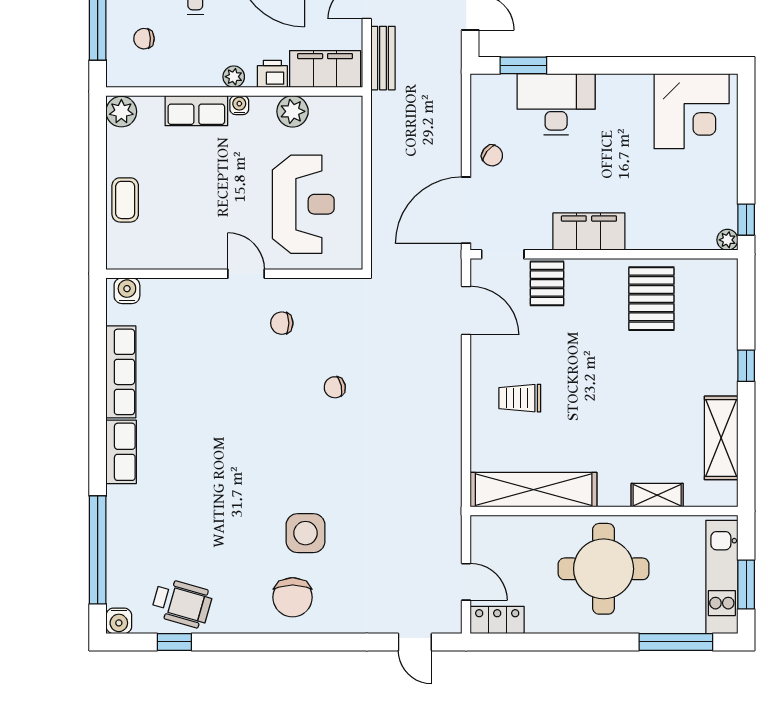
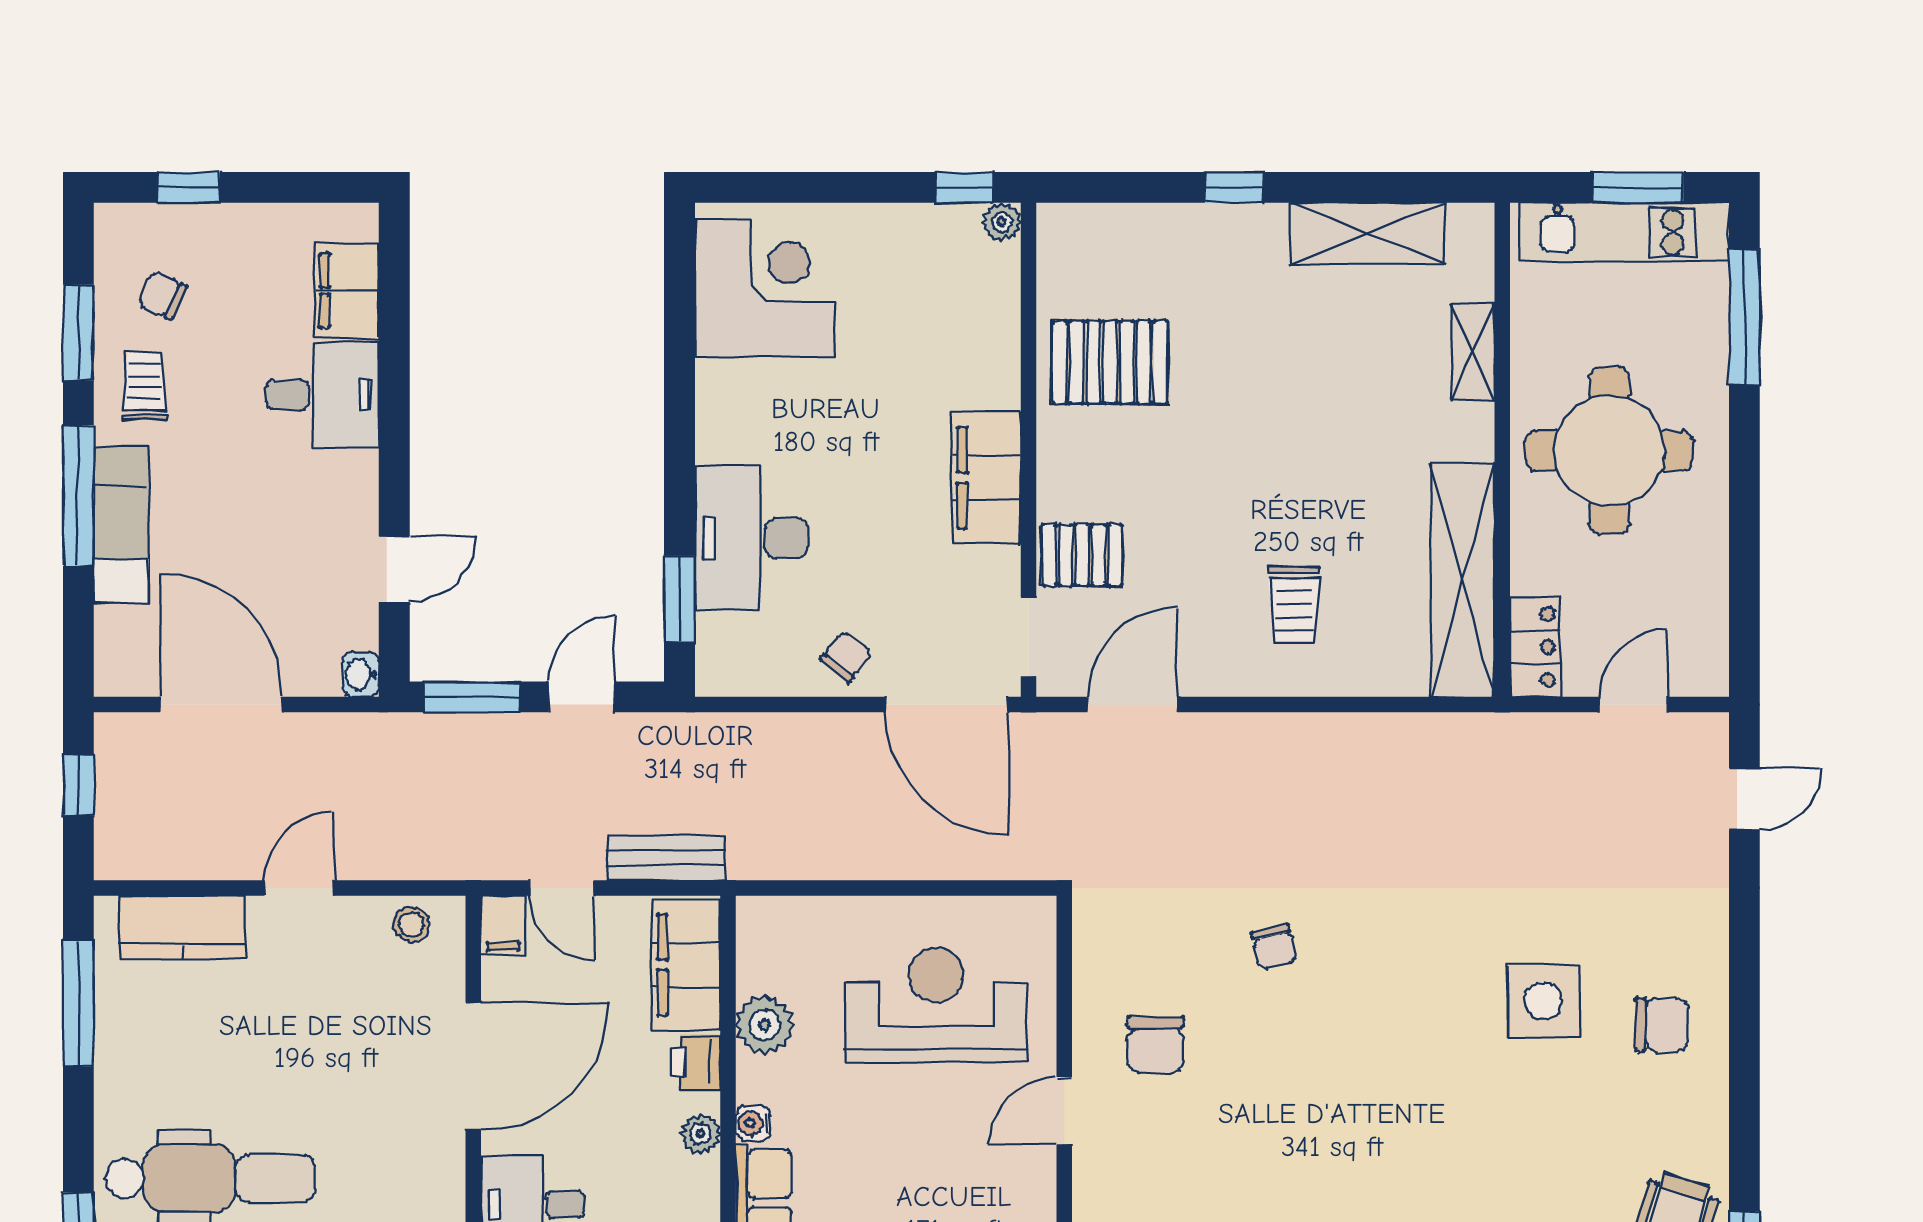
chair: (282, 323) -> (1156, 1045), width x1.37, depth x1.37
chair: (293, 597) -> (1662, 1025), width x0.73, depth x0.73
locker: (497, 620) -> (1535, 647), moved, turned 180

